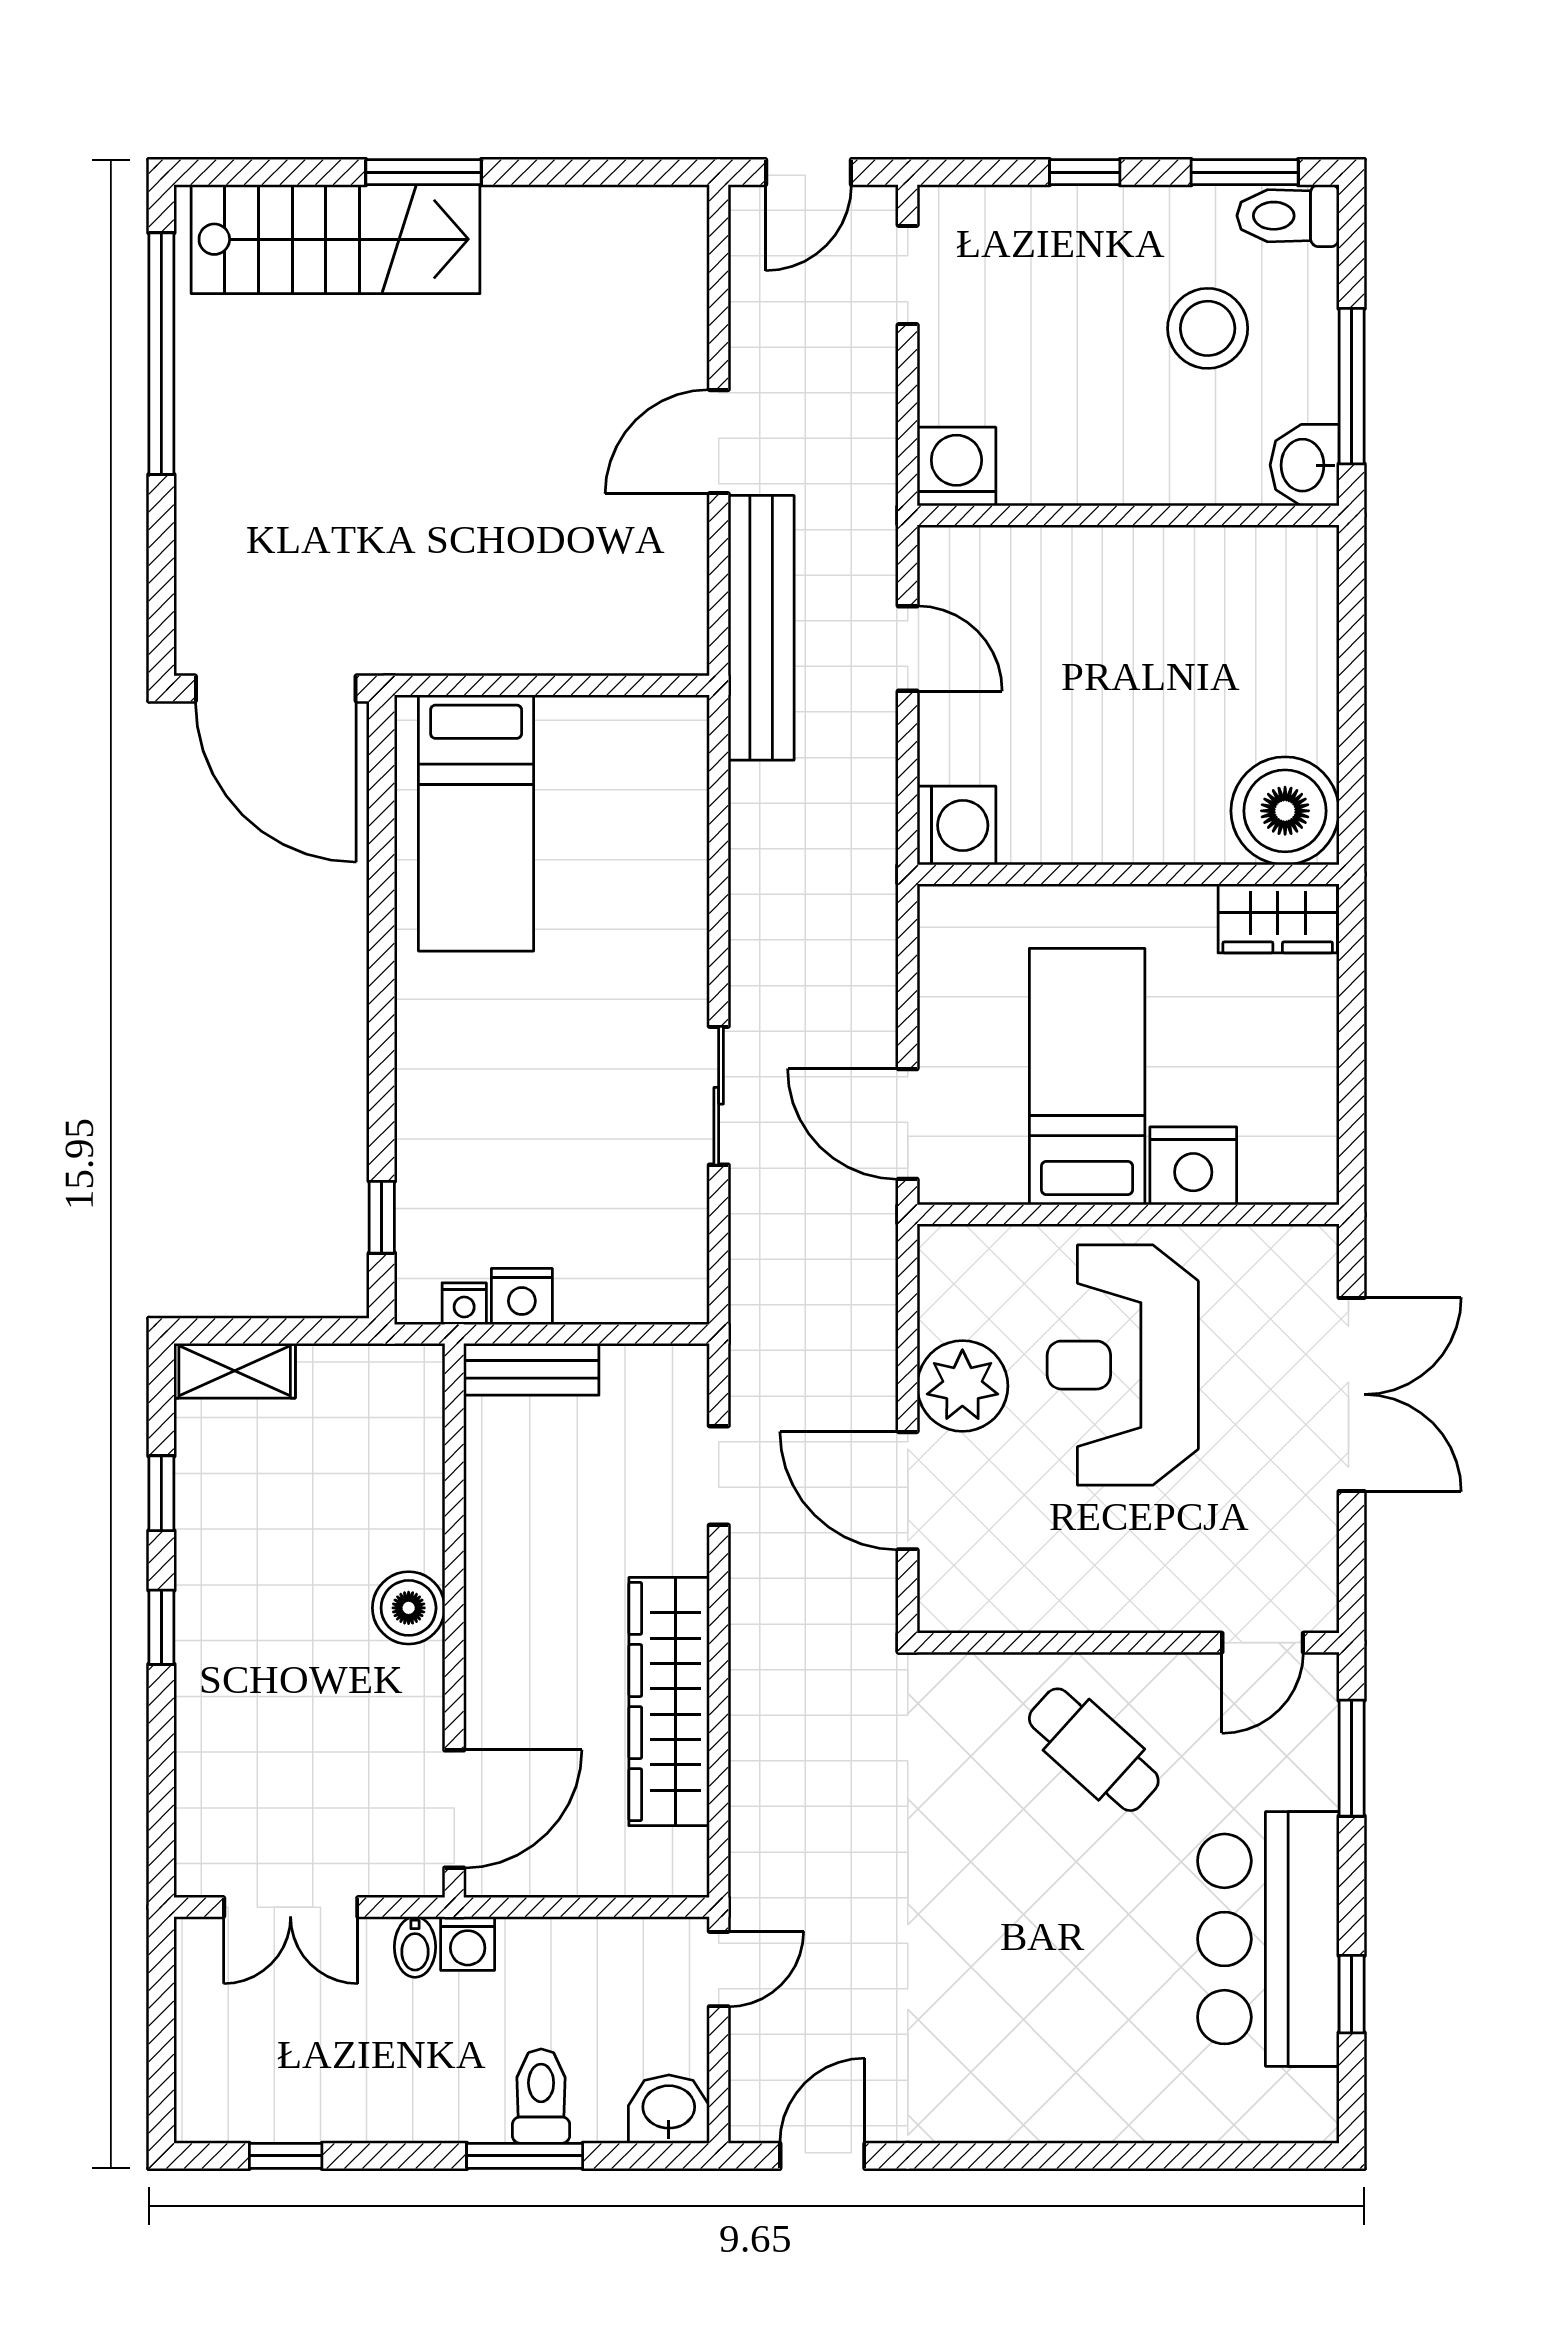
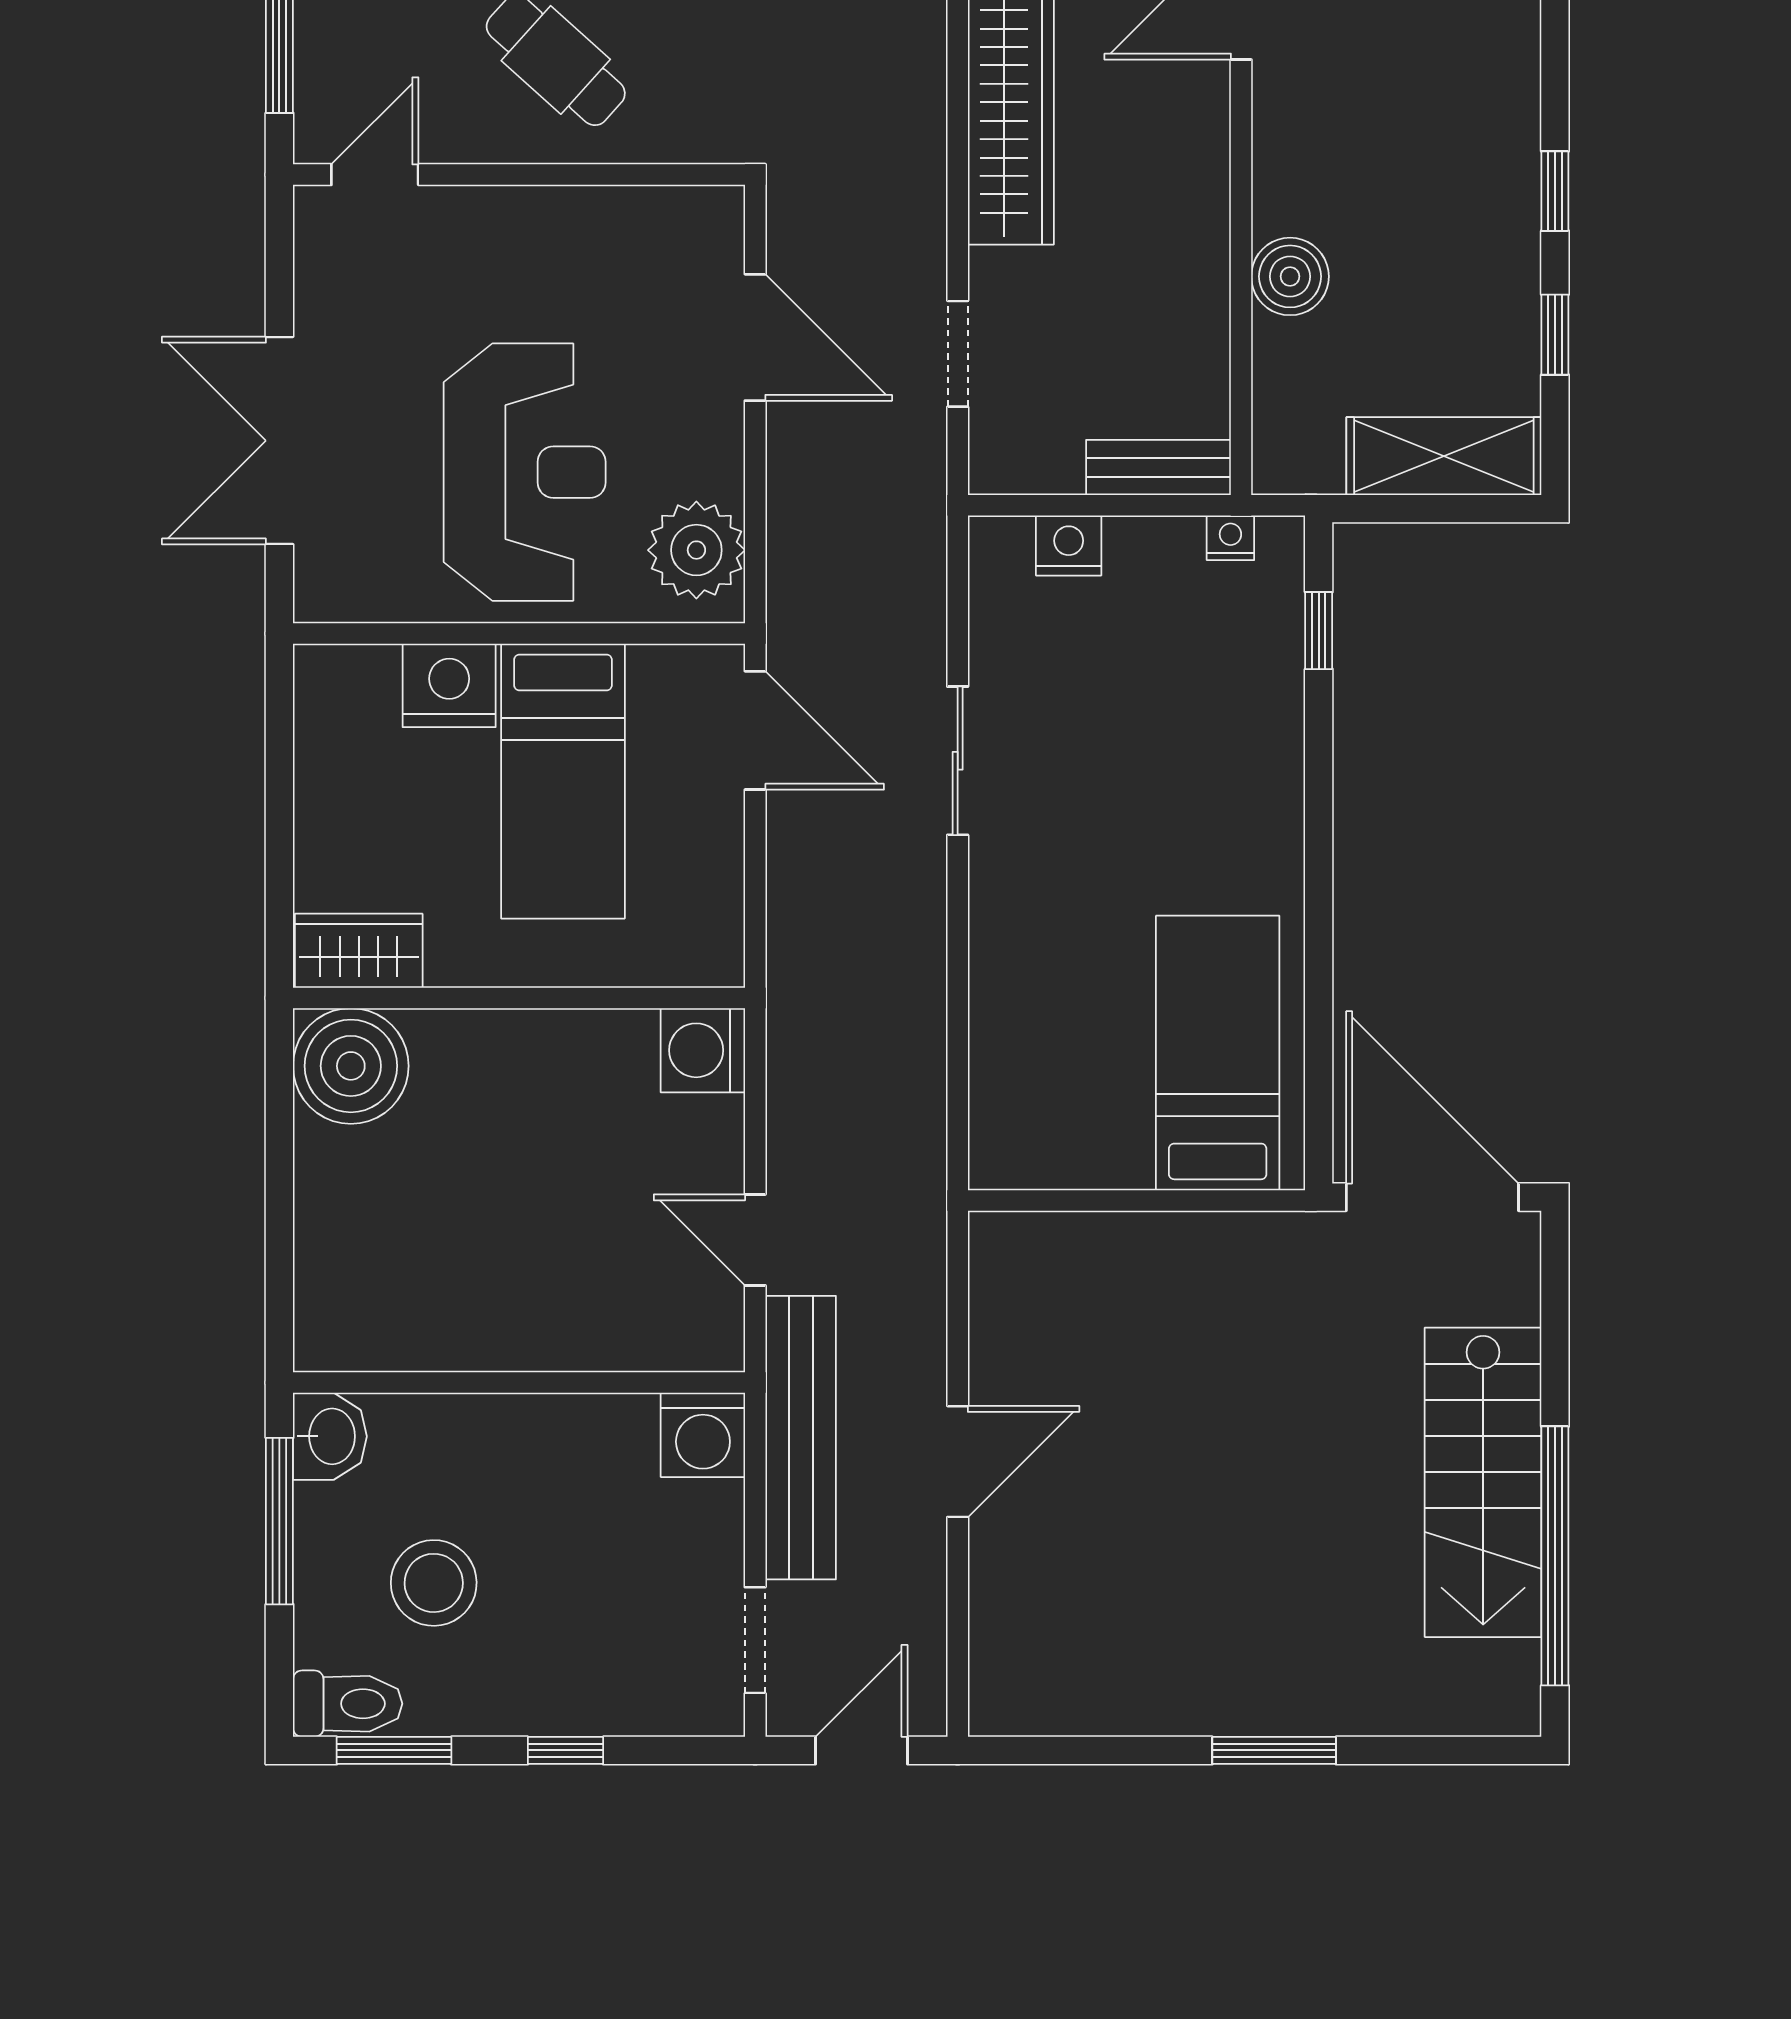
stairs: (336, 239) -> (1483, 1482), moved, turned -90
bench: (761, 628) -> (801, 1438), moved
nightstand: (522, 1297) -> (1069, 546), moved
shelving: (235, 1371) -> (1444, 456), width x1.50, depth x1.33
plant: (962, 1386) -> (696, 550), moved
boiler: (409, 1608) -> (1290, 276), moved

